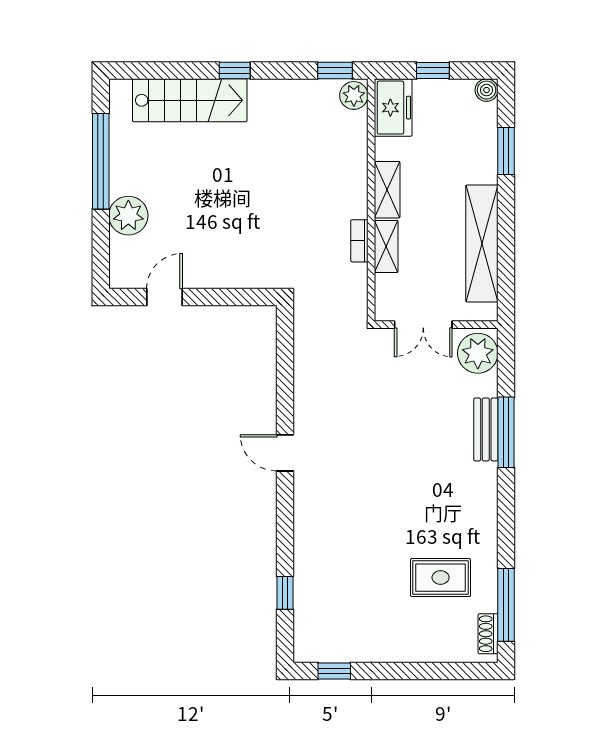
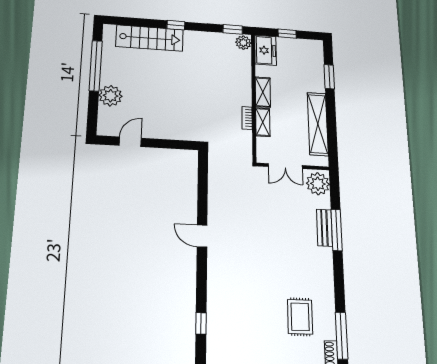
boiler: (487, 90) -> (317, 45), removed
rug: (441, 578) -> (300, 317), turned 90

